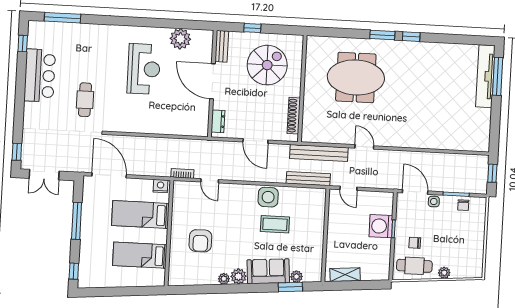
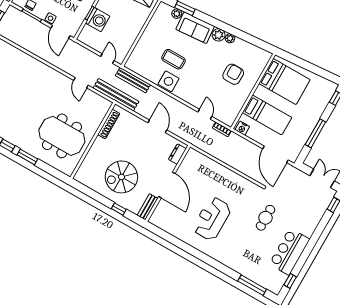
plant: (180, 39) -> (175, 227), removed
wall: (302, 89) -> (93, 141), moved
shoe rack: (294, 116) -> (109, 124), moved
bed: (140, 255) -> (285, 82), width x1.50

